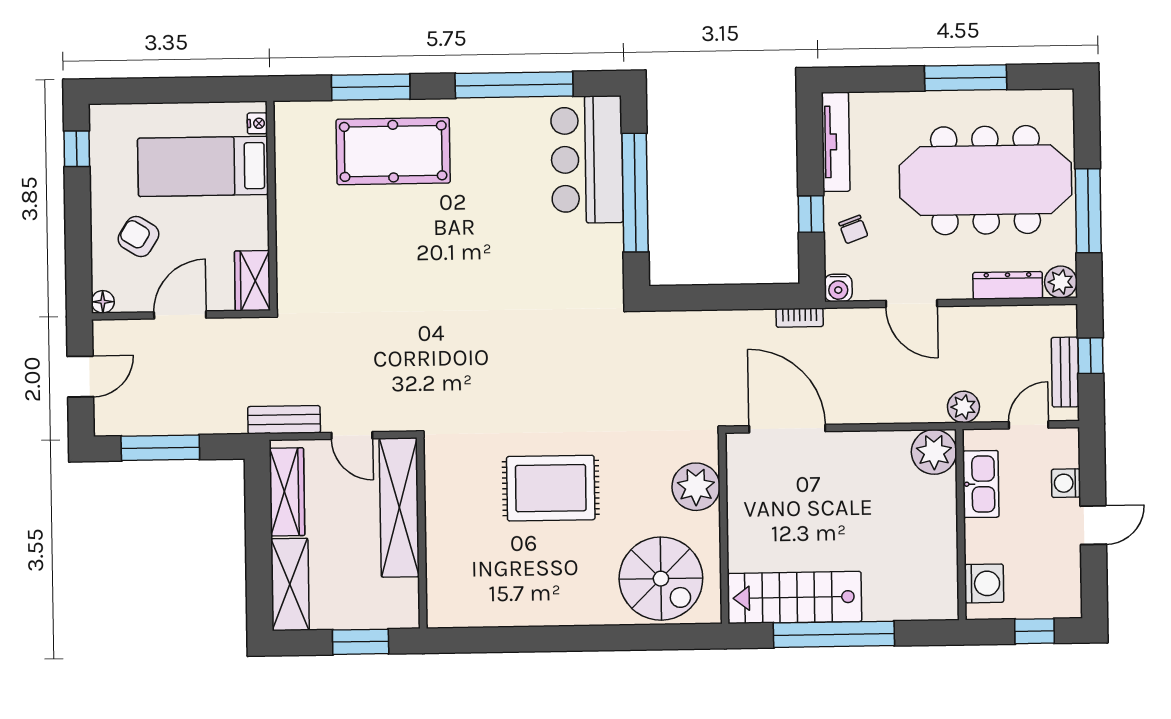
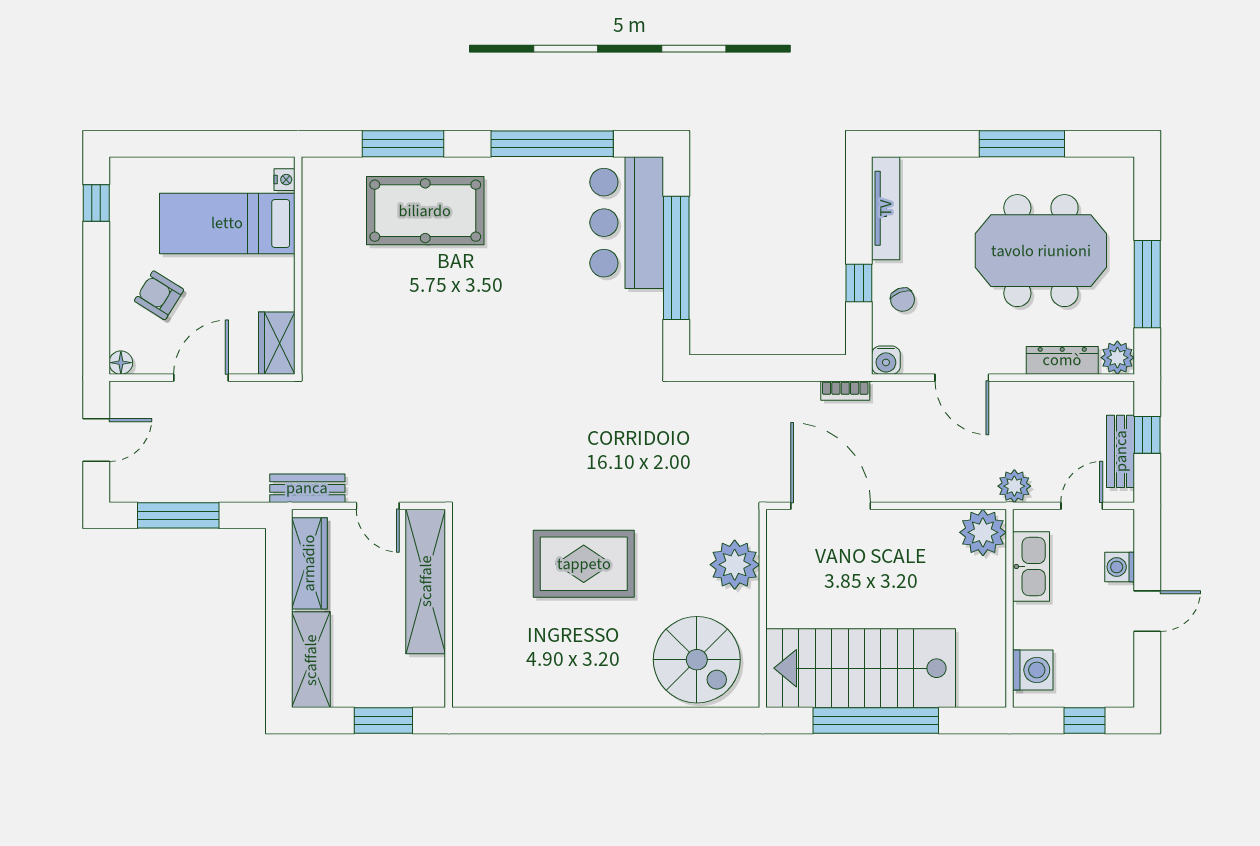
meeting table: (986, 180) -> (1041, 251), width x0.73
stairs: (794, 597) -> (861, 668), width x1.36, depth x1.51

